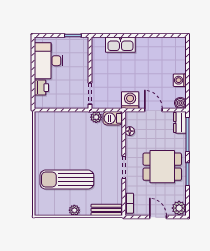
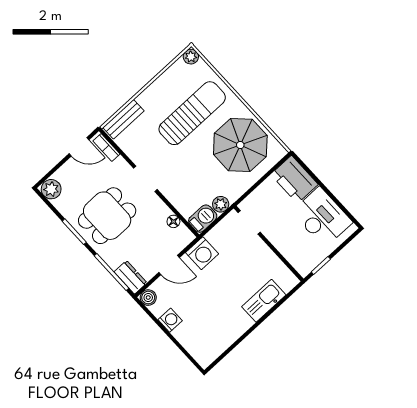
printer: (41, 88) -> (294, 179), width x1.87, depth x1.48
parasol: (57, 139) -> (240, 145), added
plant: (74, 210) -> (191, 57), moved
door: (158, 217) -> (79, 147), moved

